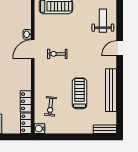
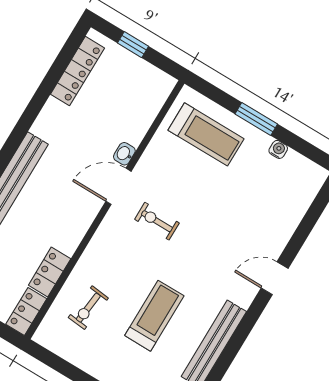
weight bench: (103, 21) -> (275, 211), removed
water cooler: (39, 129) -> (45, 336), removed

